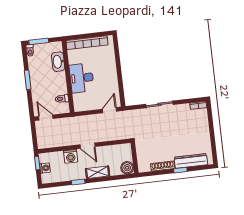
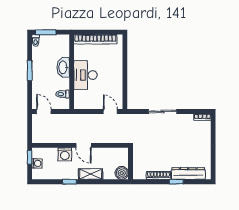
washbasin: (58, 62) -> (63, 67), moved
door: (109, 110) -> (110, 111), hinge flipped

